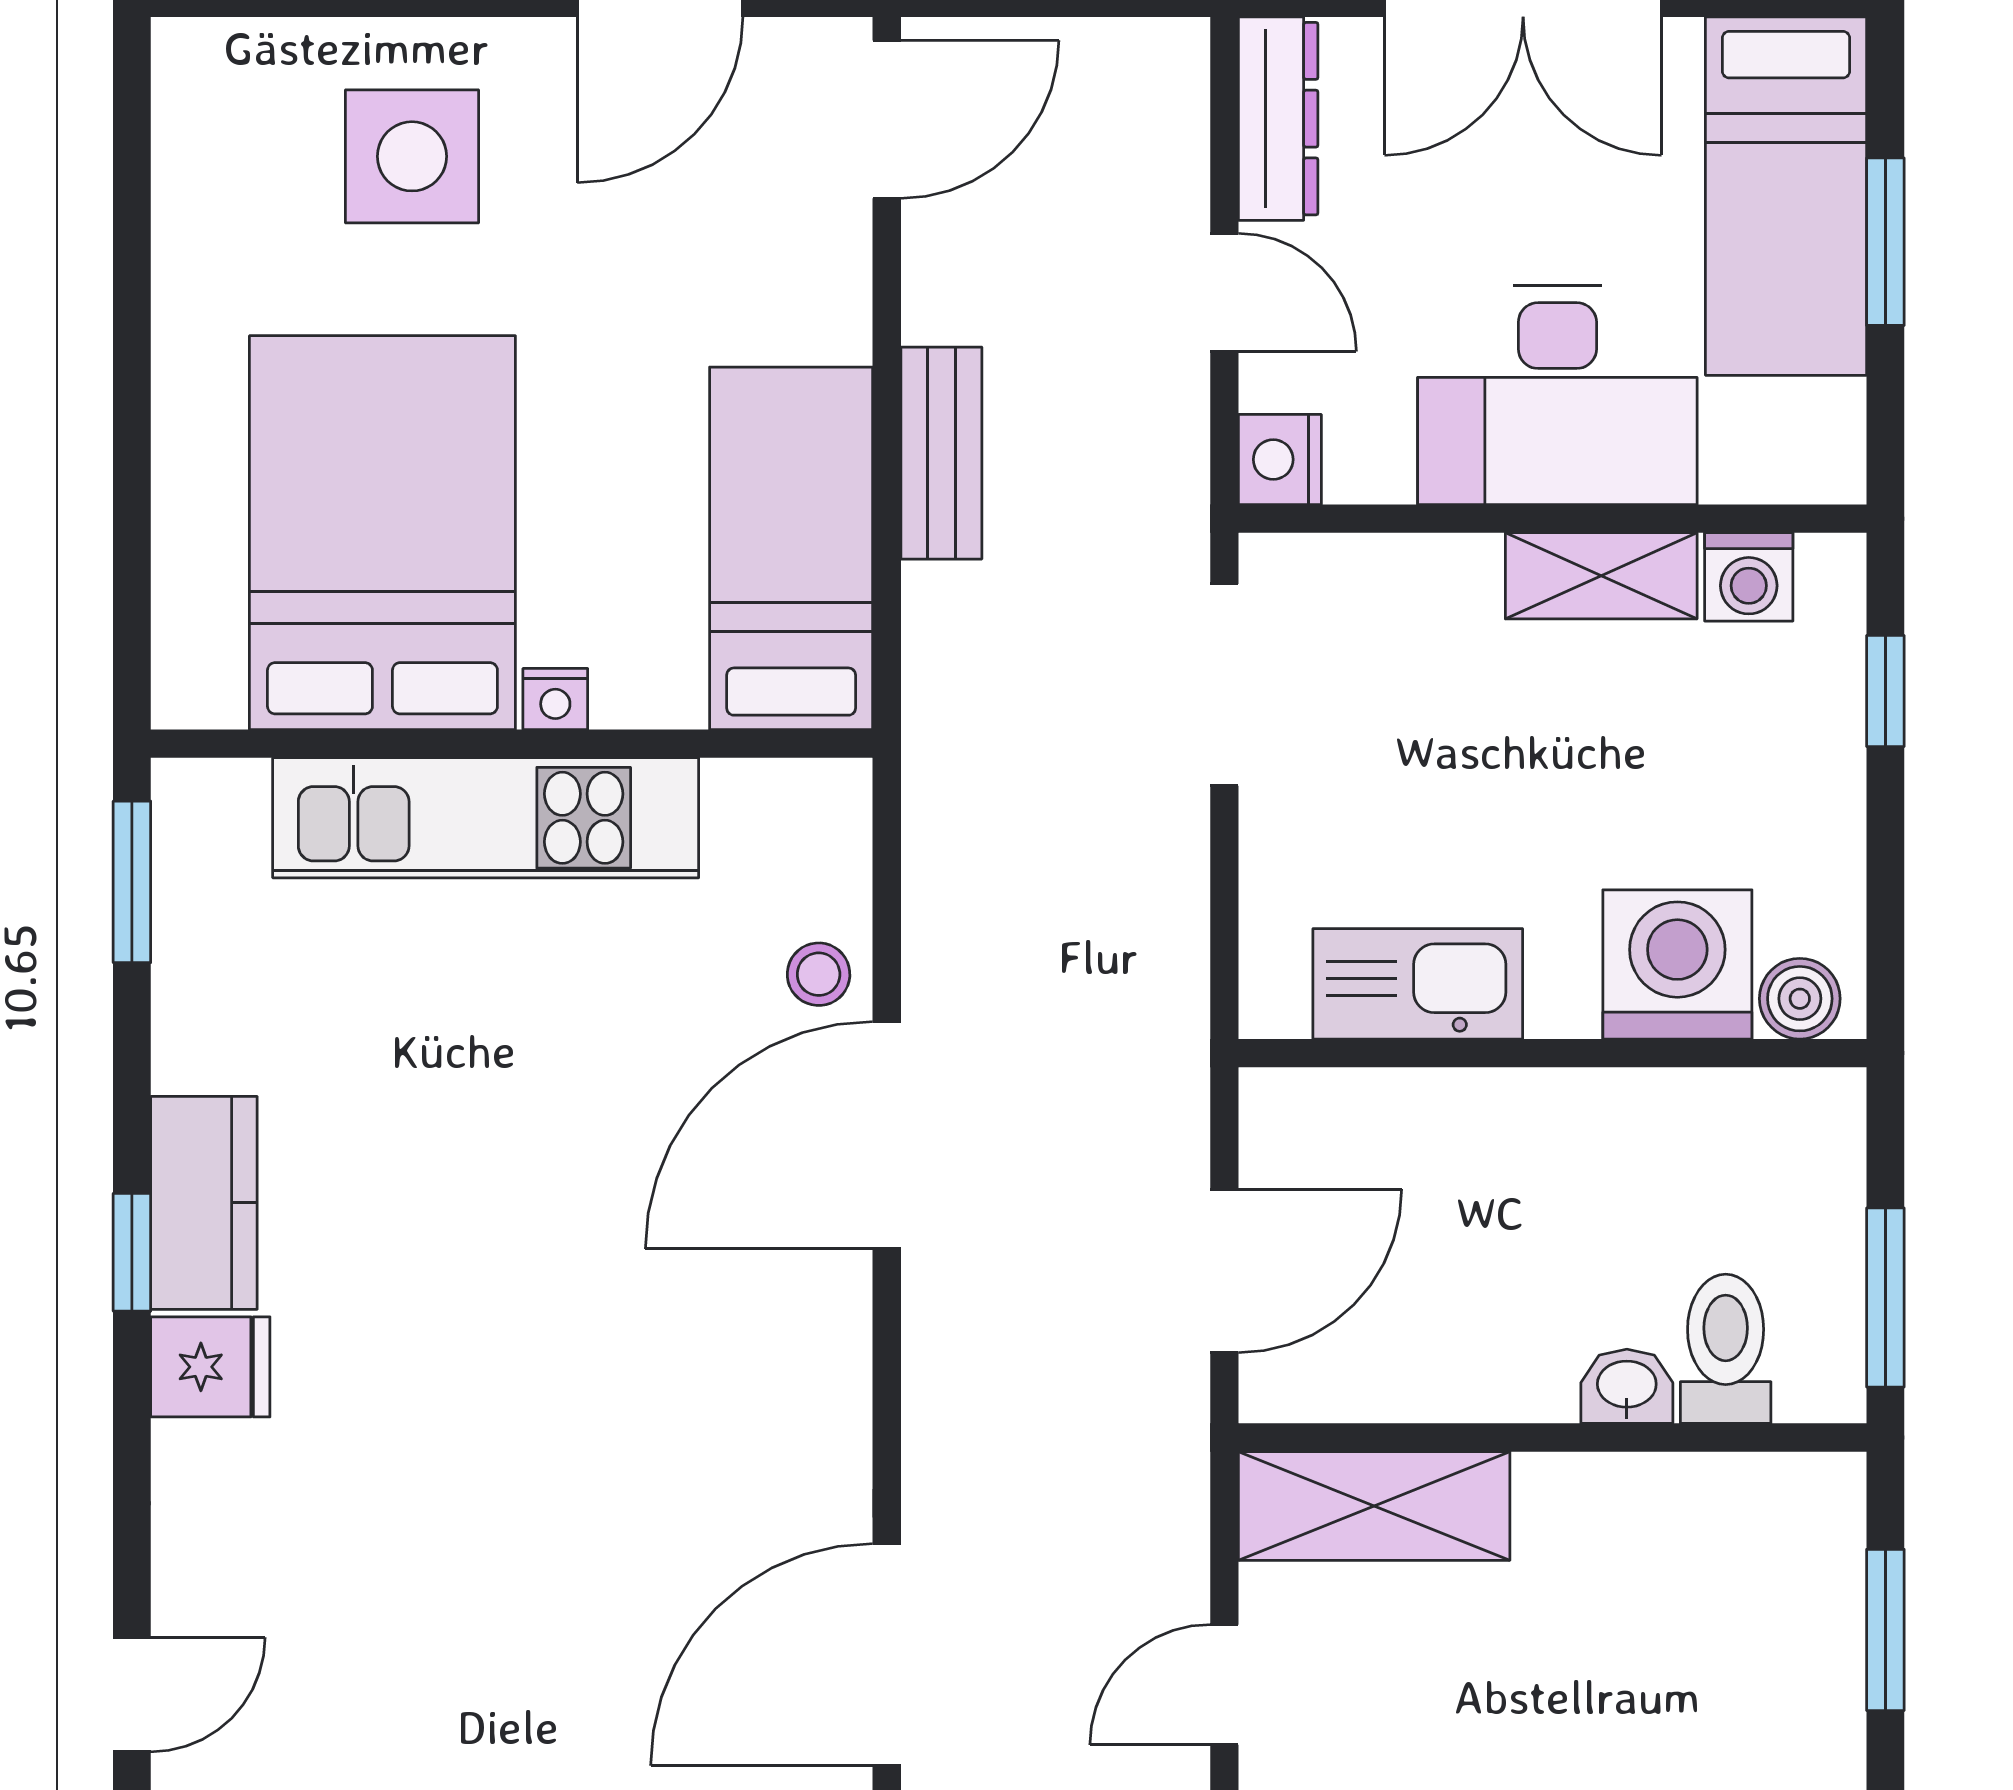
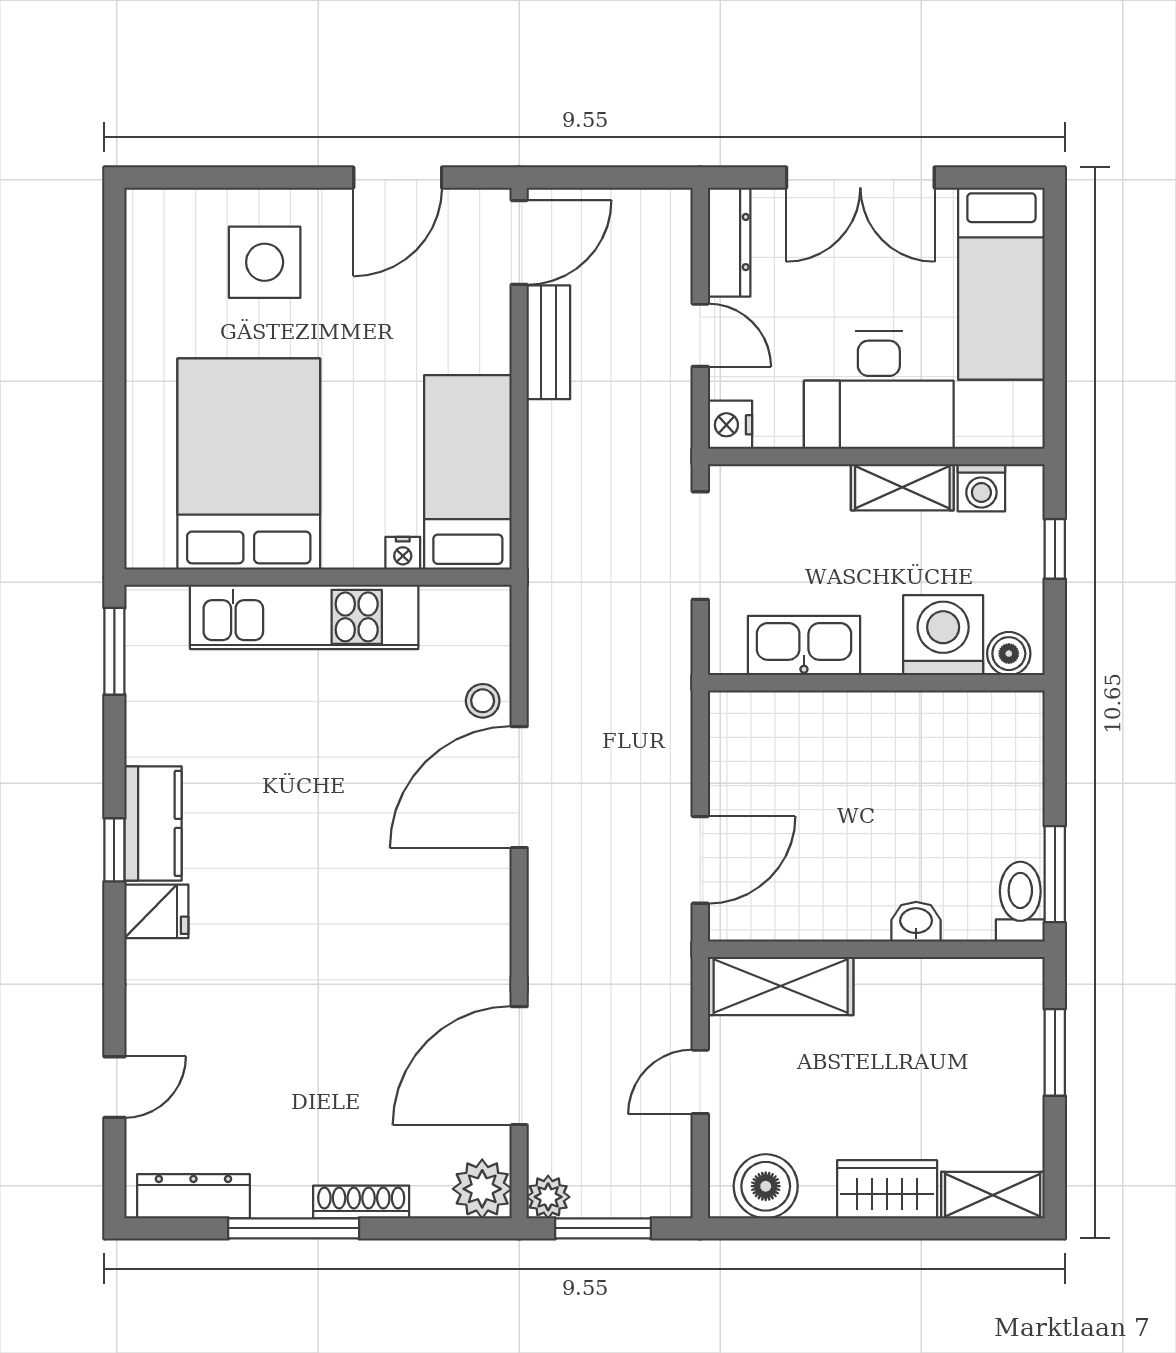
window: (1885, 242) -> (1055, 308), removed
bench: (941, 453) -> (548, 342), moved
nightstand: (555, 699) -> (403, 553), moved
washing machine: (1677, 964) -> (943, 635), moved
kitchen sink: (1418, 984) -> (804, 646), moved
boiler: (1800, 999) -> (1009, 654), moved
wall: (1553, 1053) -> (876, 683), moved
toilet: (1726, 1349) -> (1020, 902), moved

